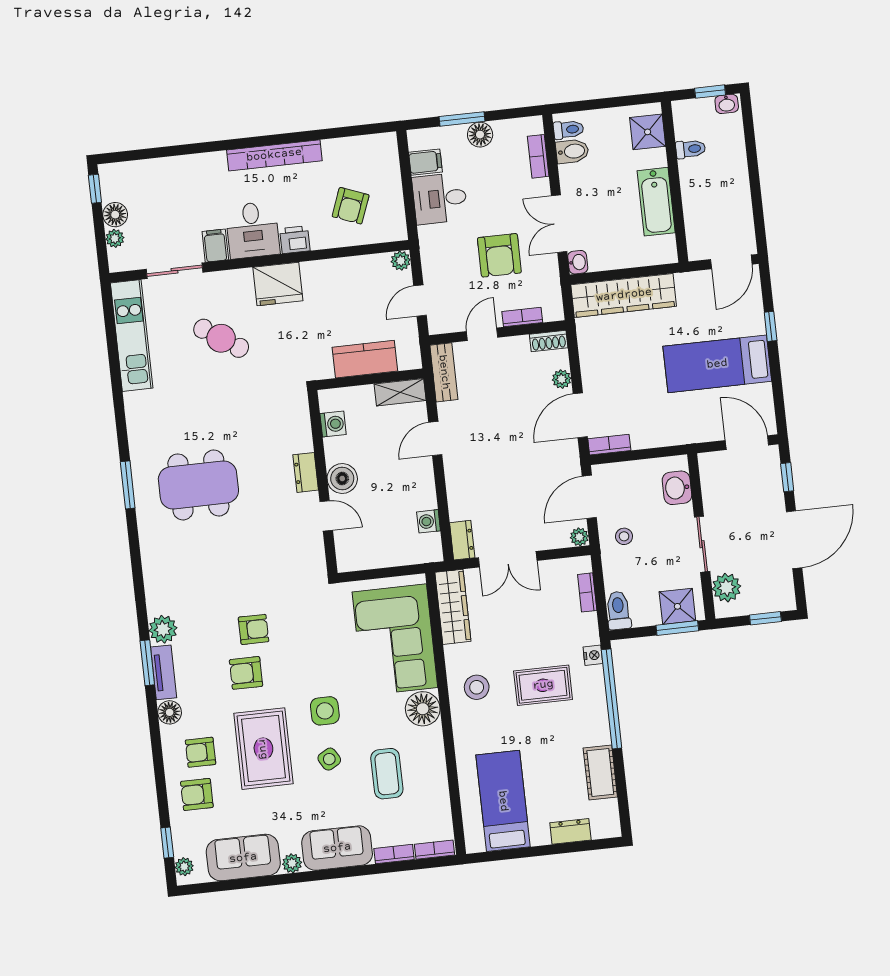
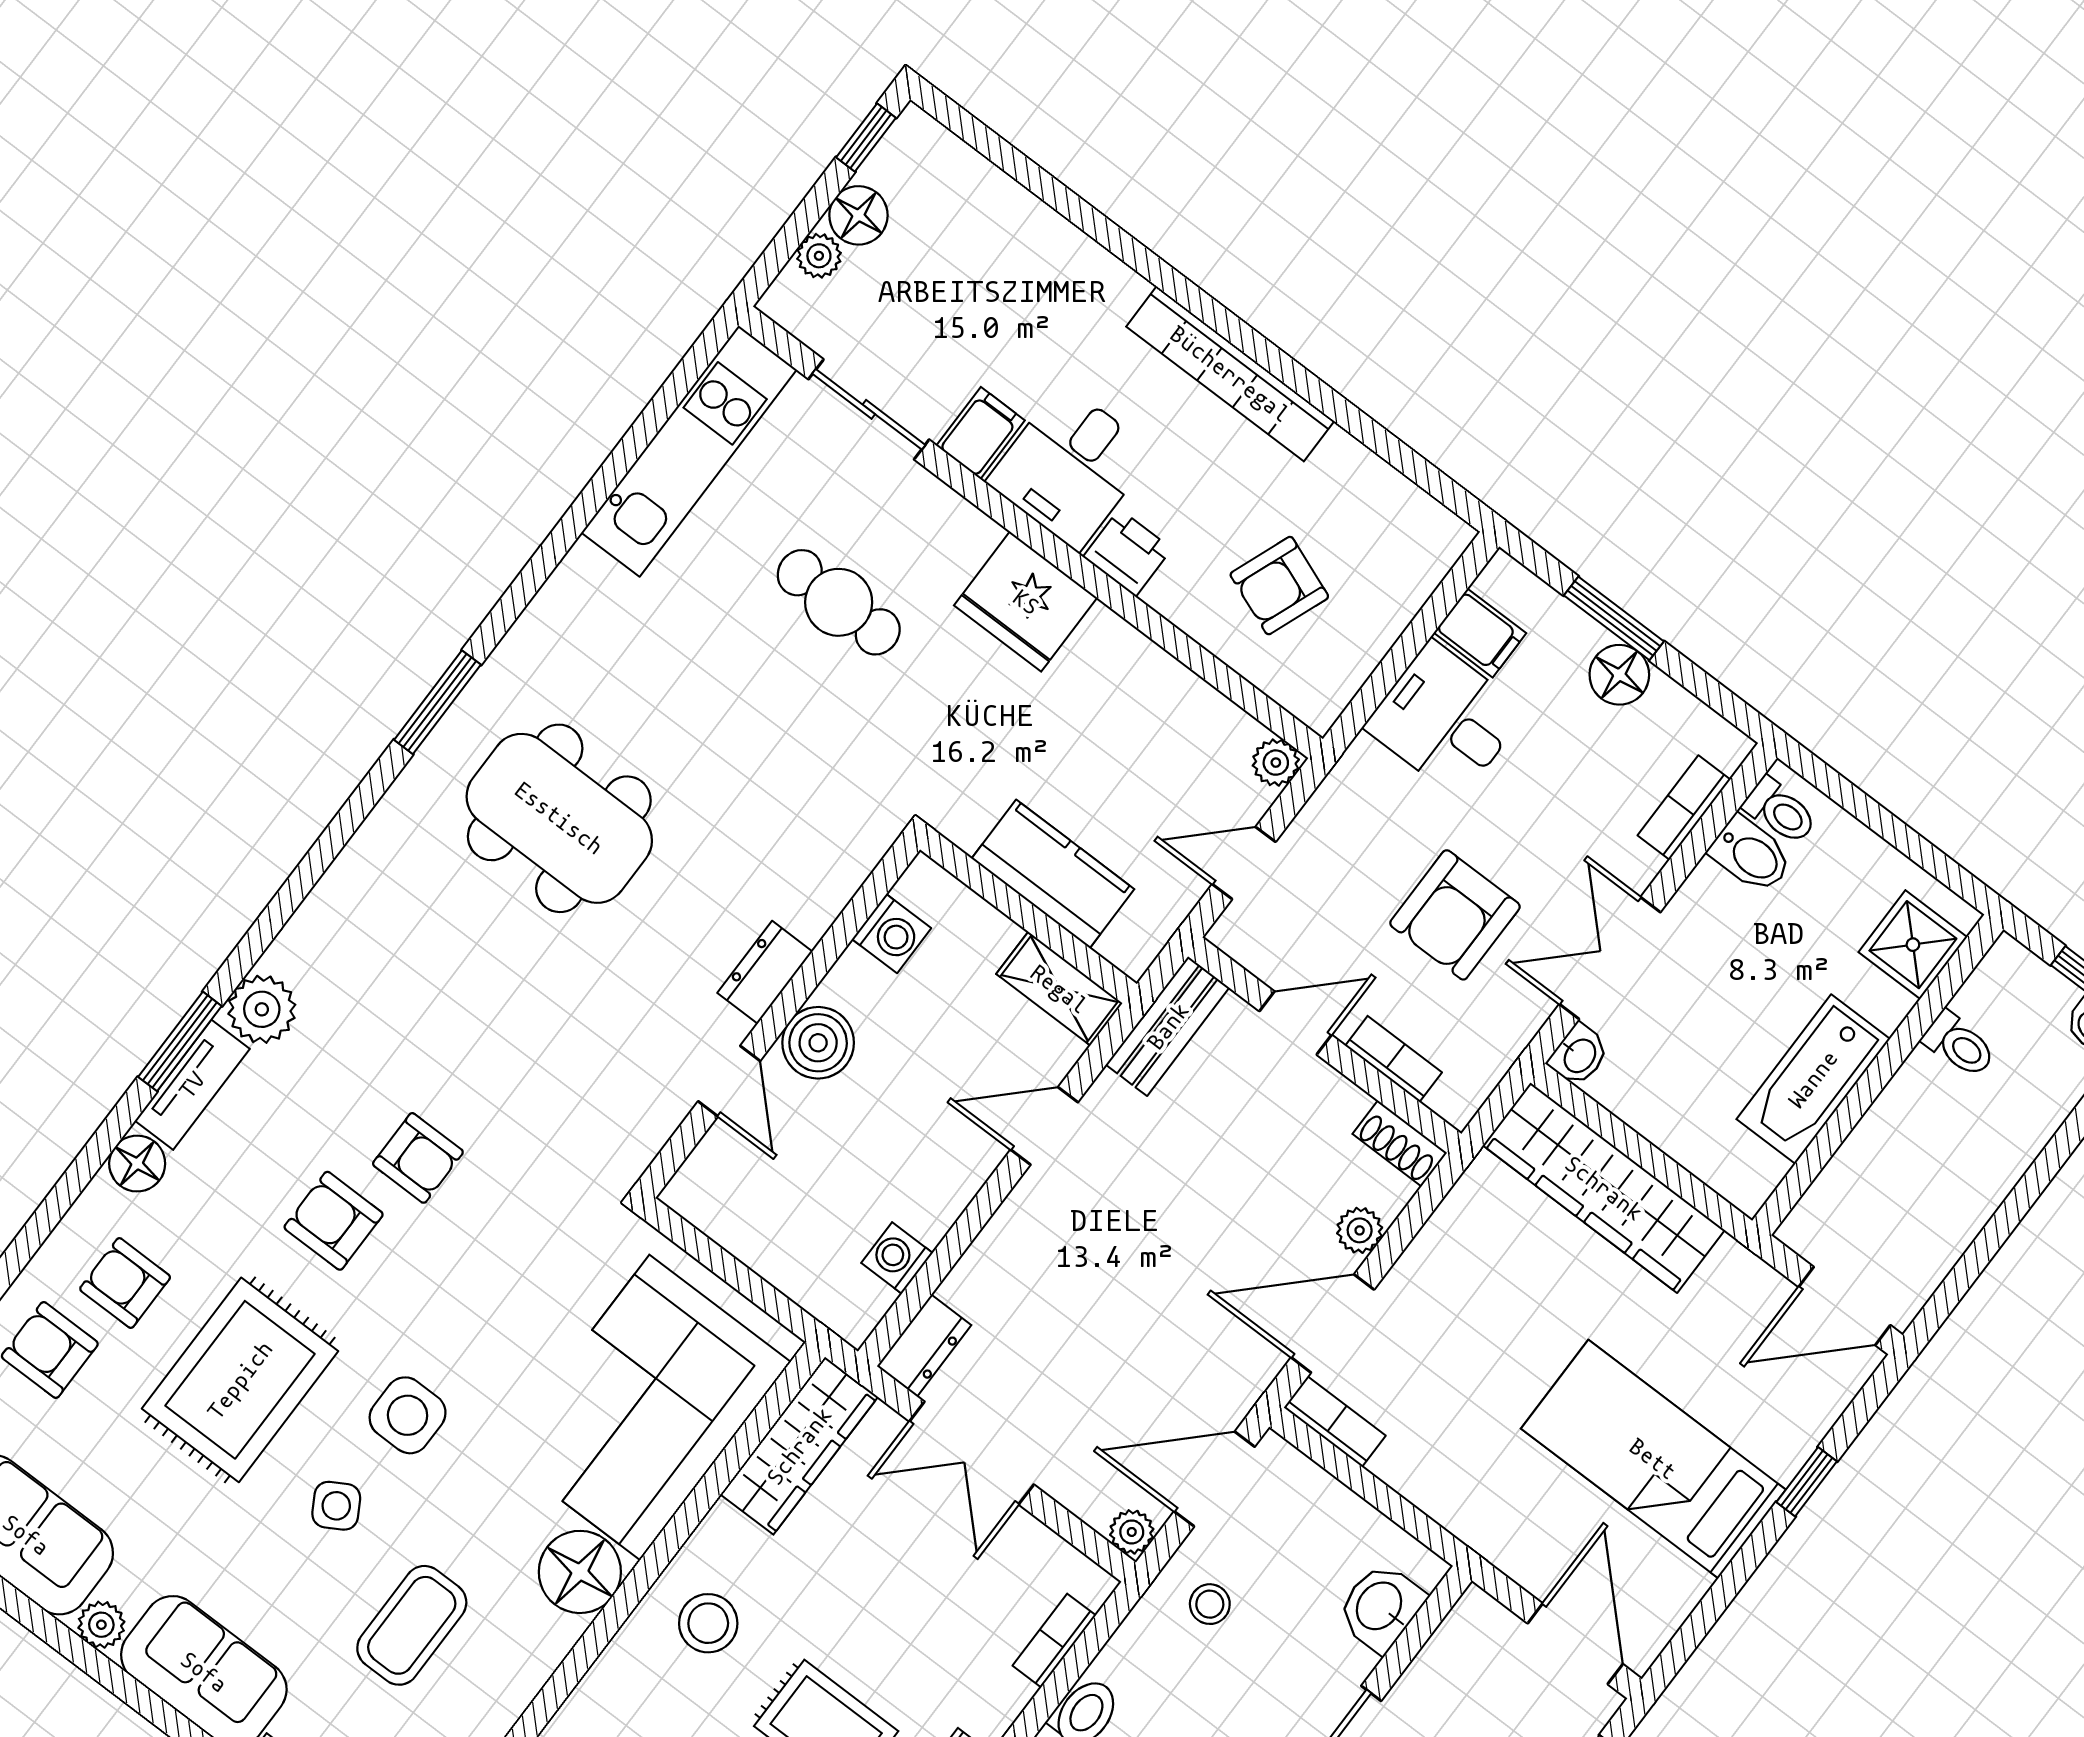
cafe table: (221, 338) -> (839, 602), turned -34

